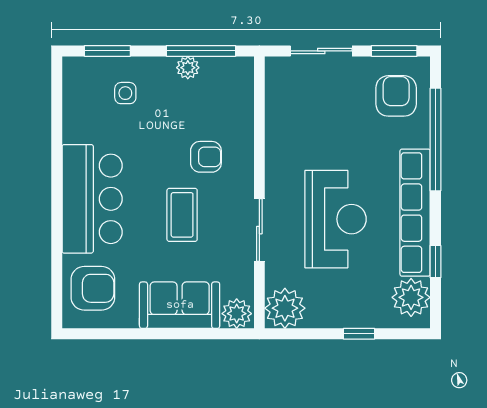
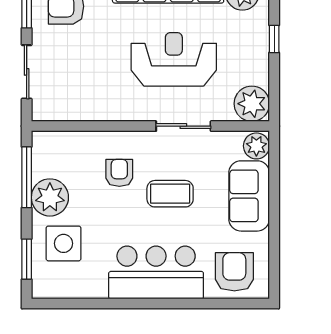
plant: (188, 68) -> (50, 197), width x1.88, depth x1.88
side table: (125, 93) -> (64, 243), width x1.87, depth x1.87

